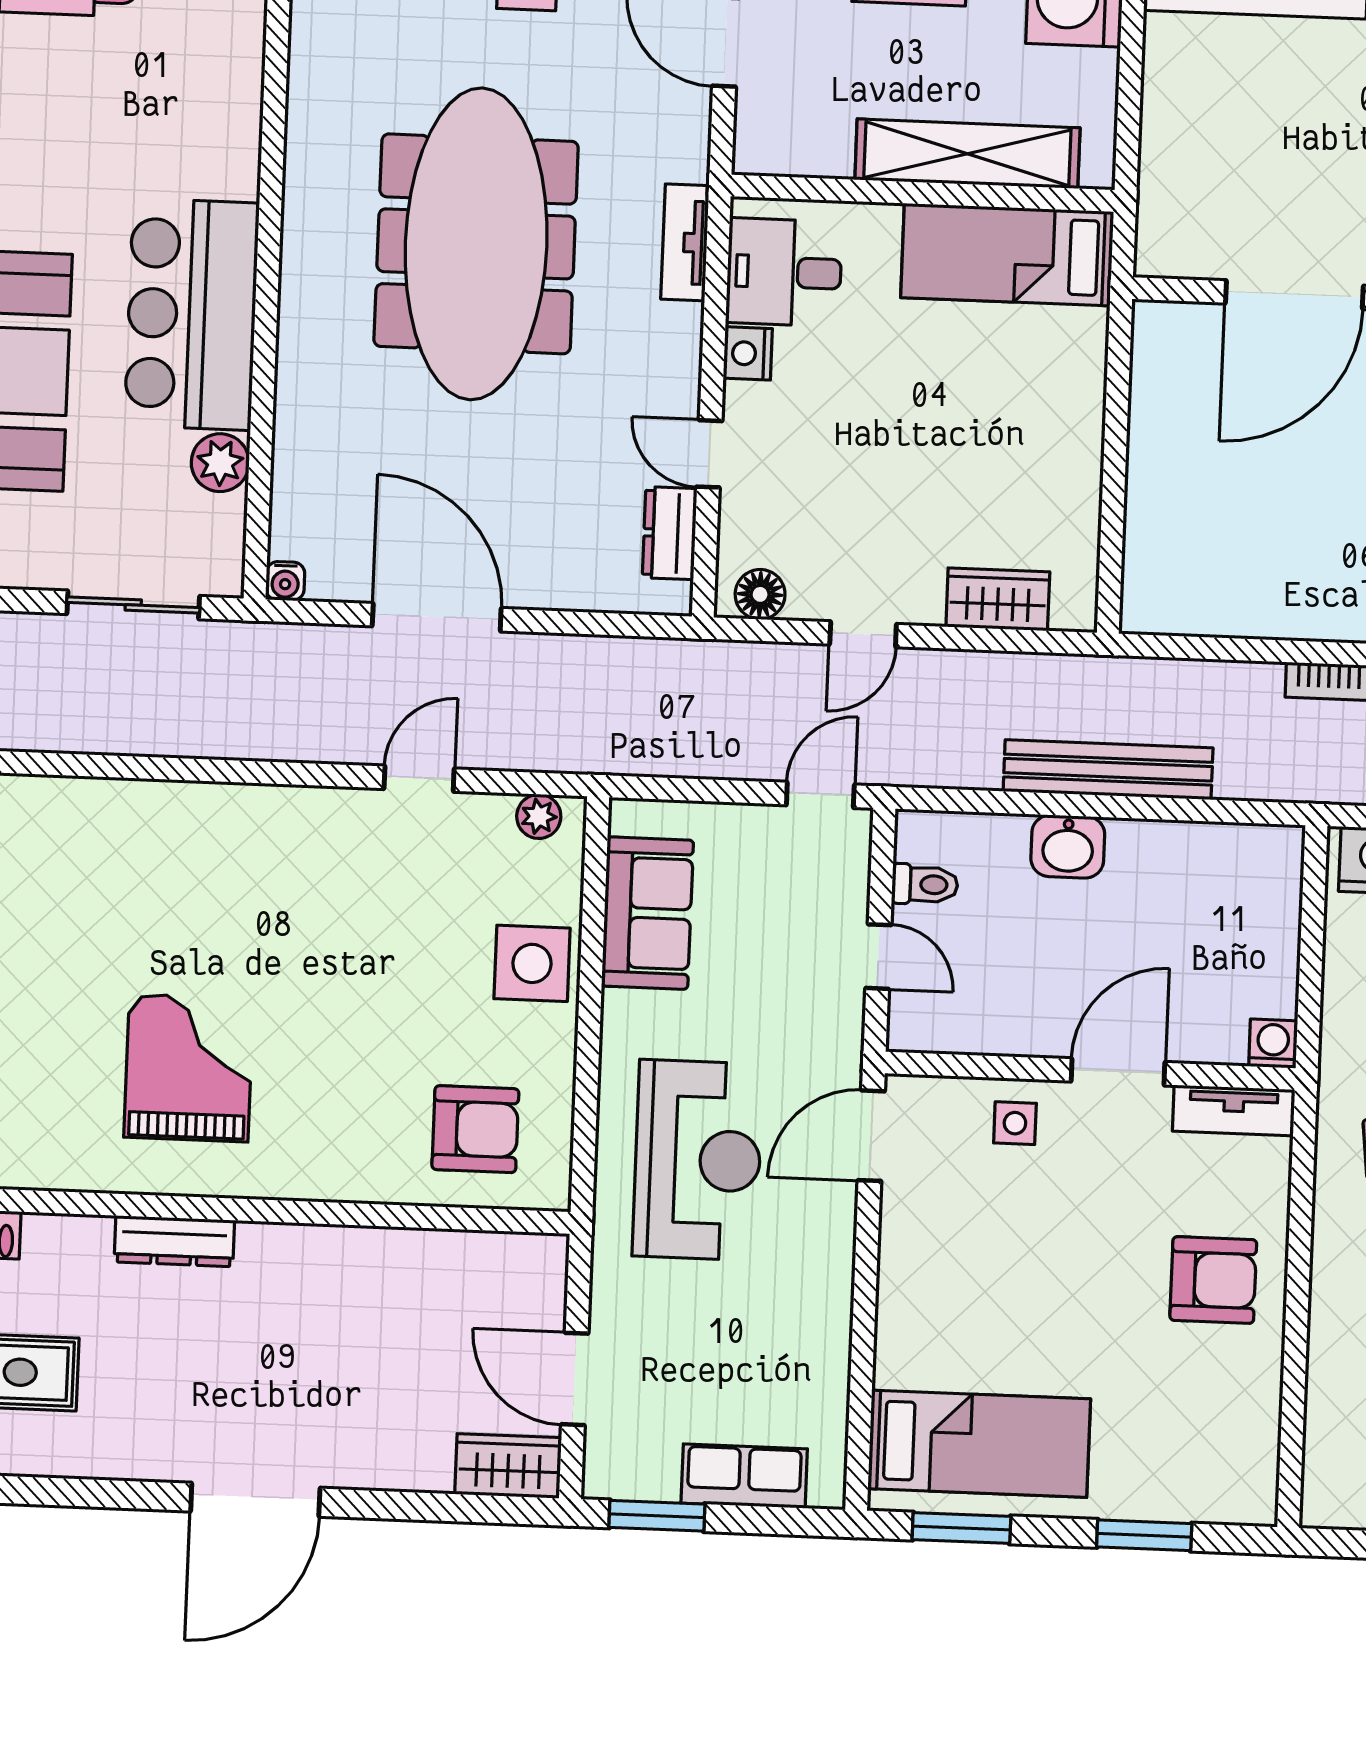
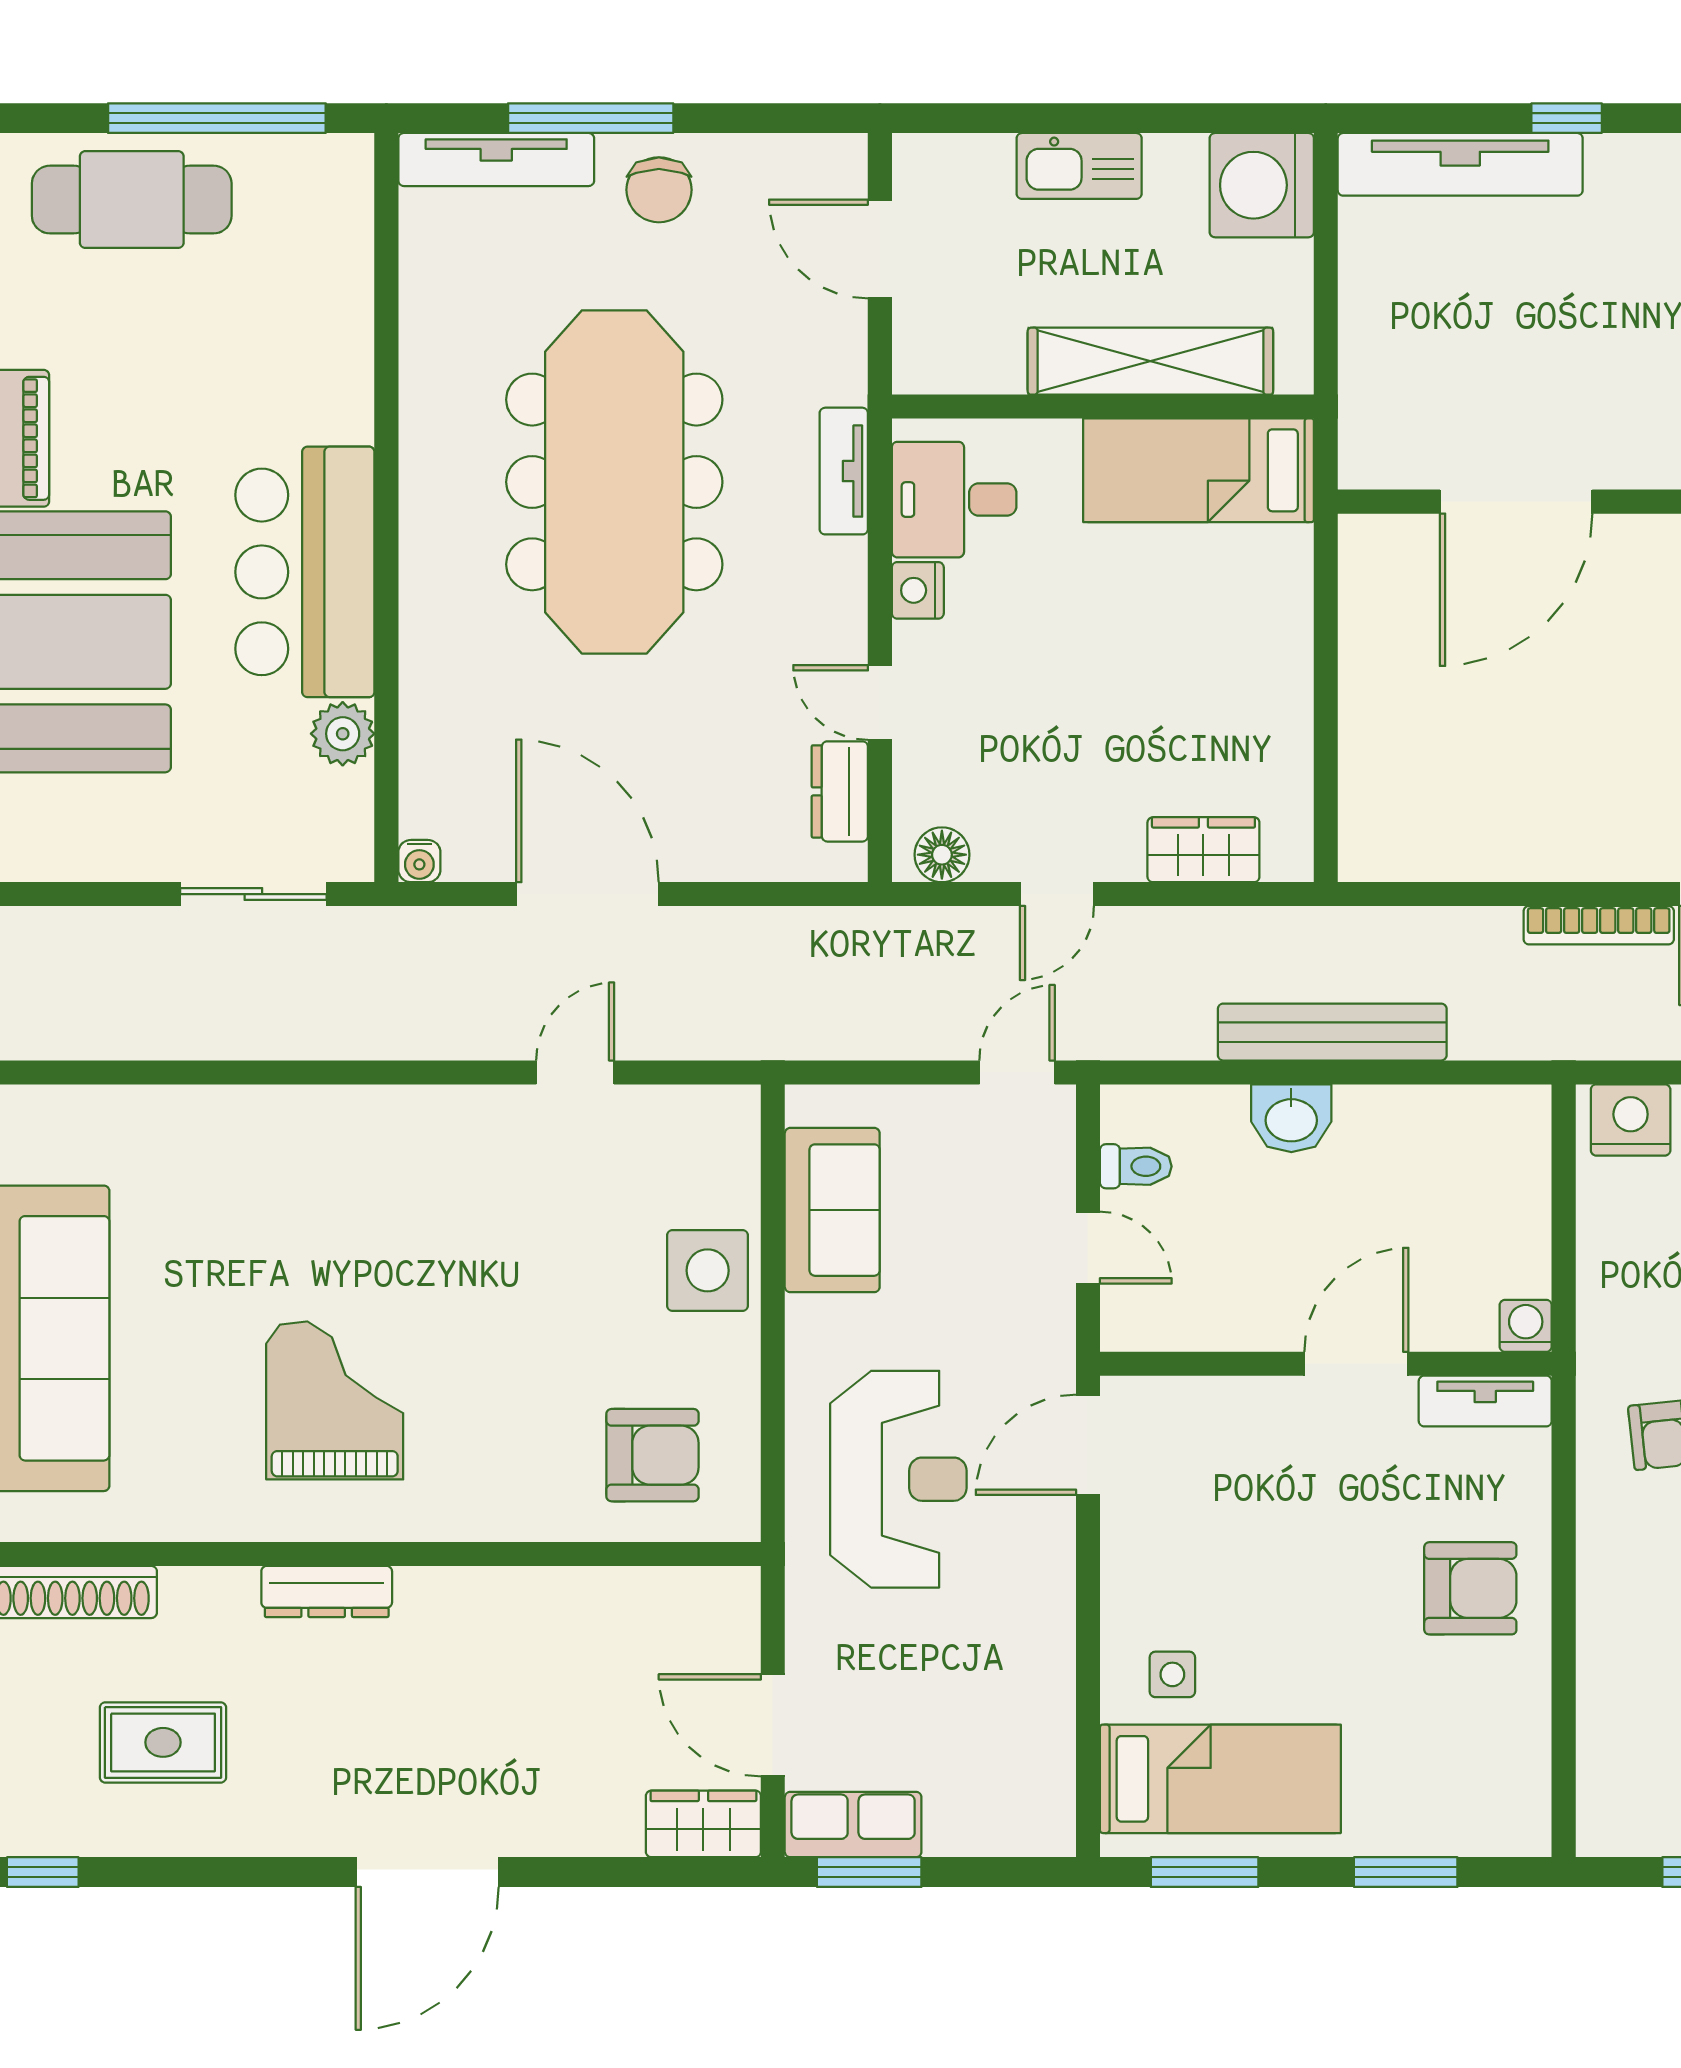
plant: (539, 816) -> (708, 1109), removed
side table: (1015, 1123) -> (1172, 1674), moved
row of seats: (744, 1476) -> (853, 1825), moved

